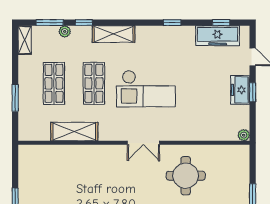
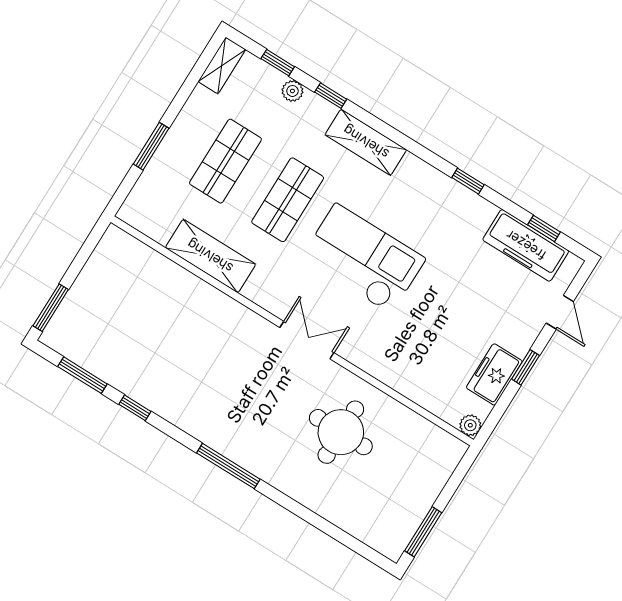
window: (50, 23) -> (278, 63), width x0.67
checkout: (146, 89) -> (363, 258), turned 180
freezer: (240, 90) -> (494, 374), moved
double door: (143, 143) -> (307, 340), swing flipped

